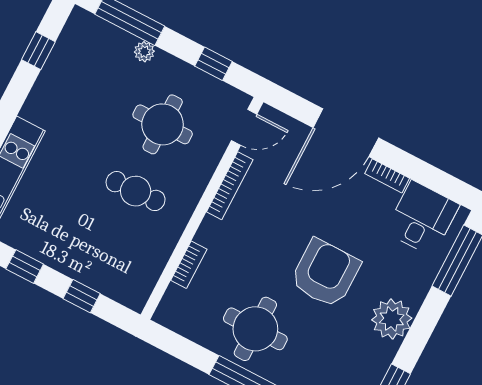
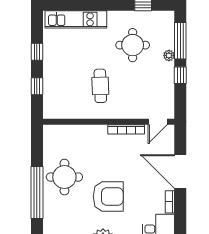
window: (213, 64) -> (180, 75), moved
round table: (163, 124) -> (133, 45), moved
door: (244, 127) -> (158, 122), hinge flipped
bookcase: (189, 265) -> (78, 129), removed

